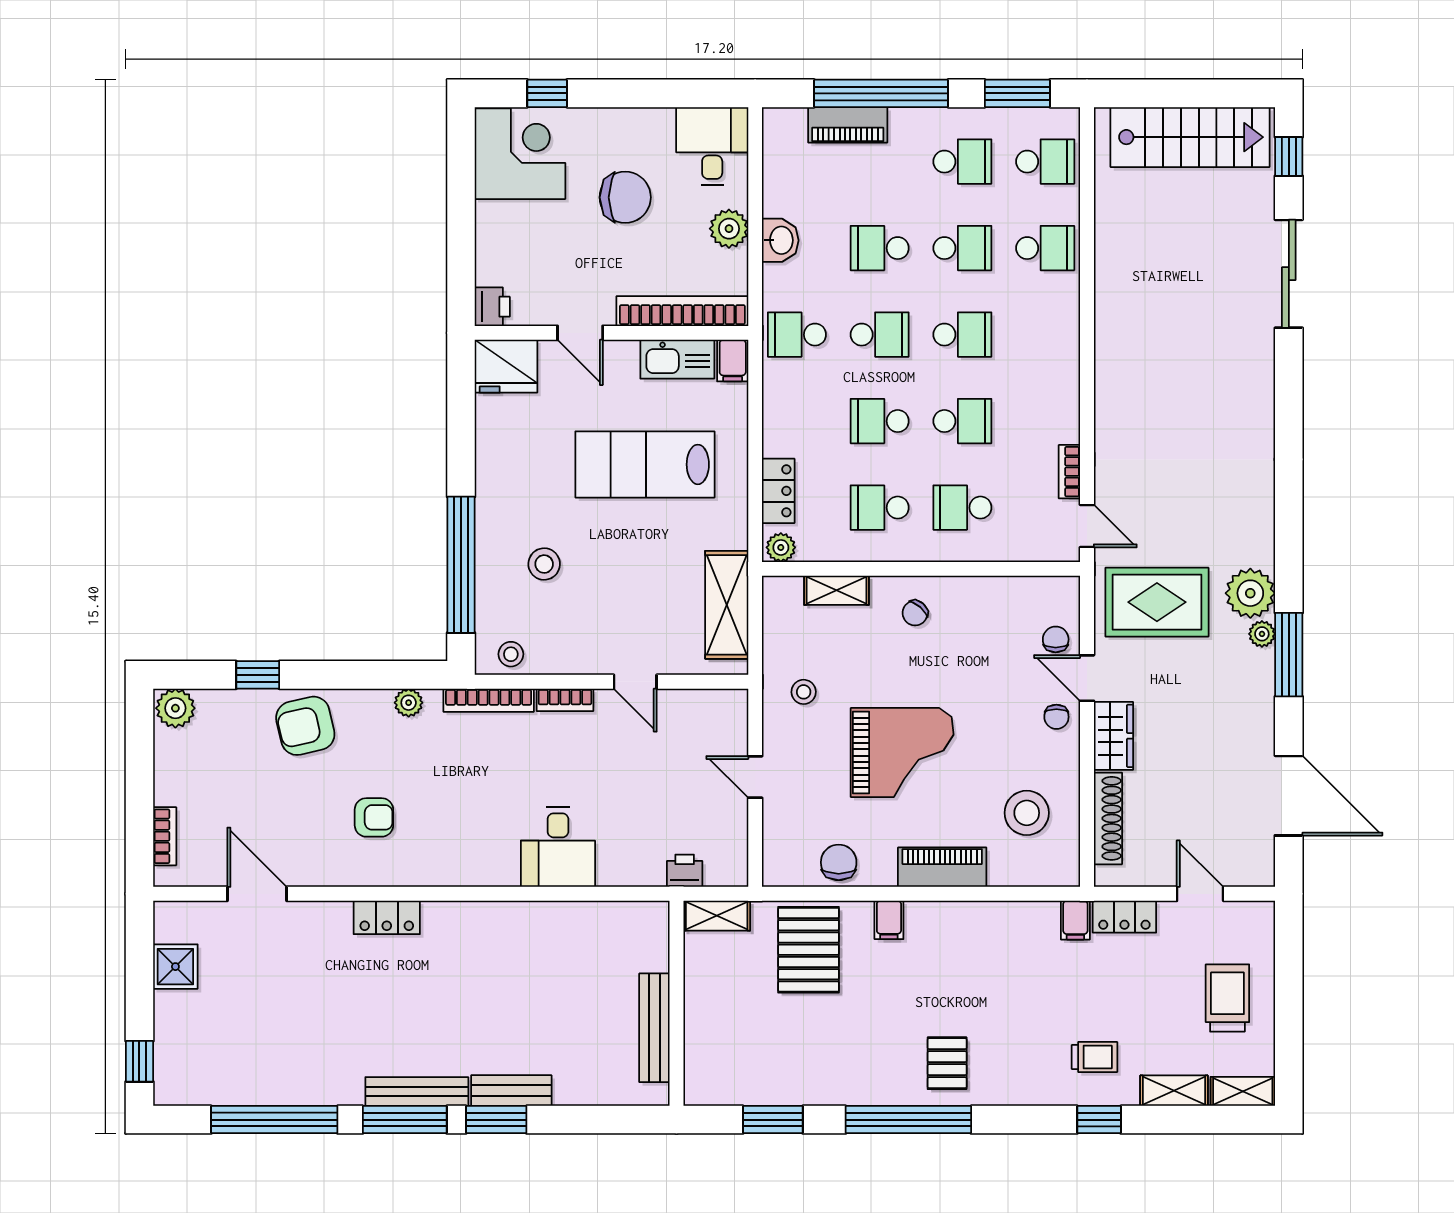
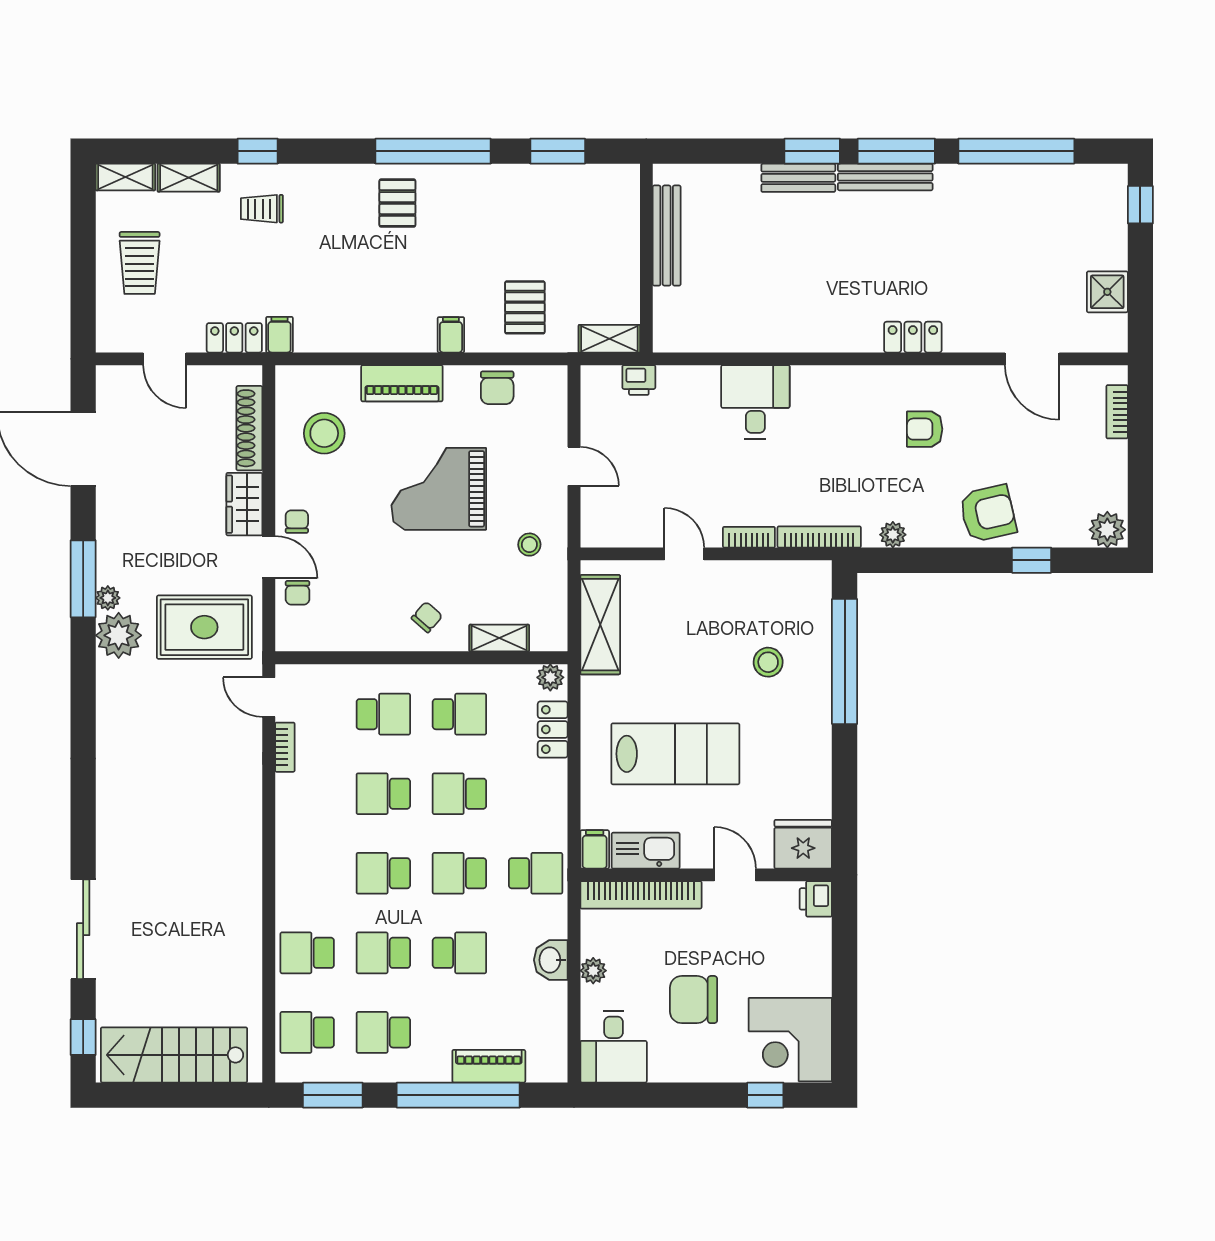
plant: (729, 229) -> (593, 971), width x0.73, depth x0.73
school desk: (880, 421) -> (459, 794), turned 180
stool: (511, 654) -> (799, 579), removed
pallet: (809, 950) -> (525, 307), width x0.67, depth x0.71

